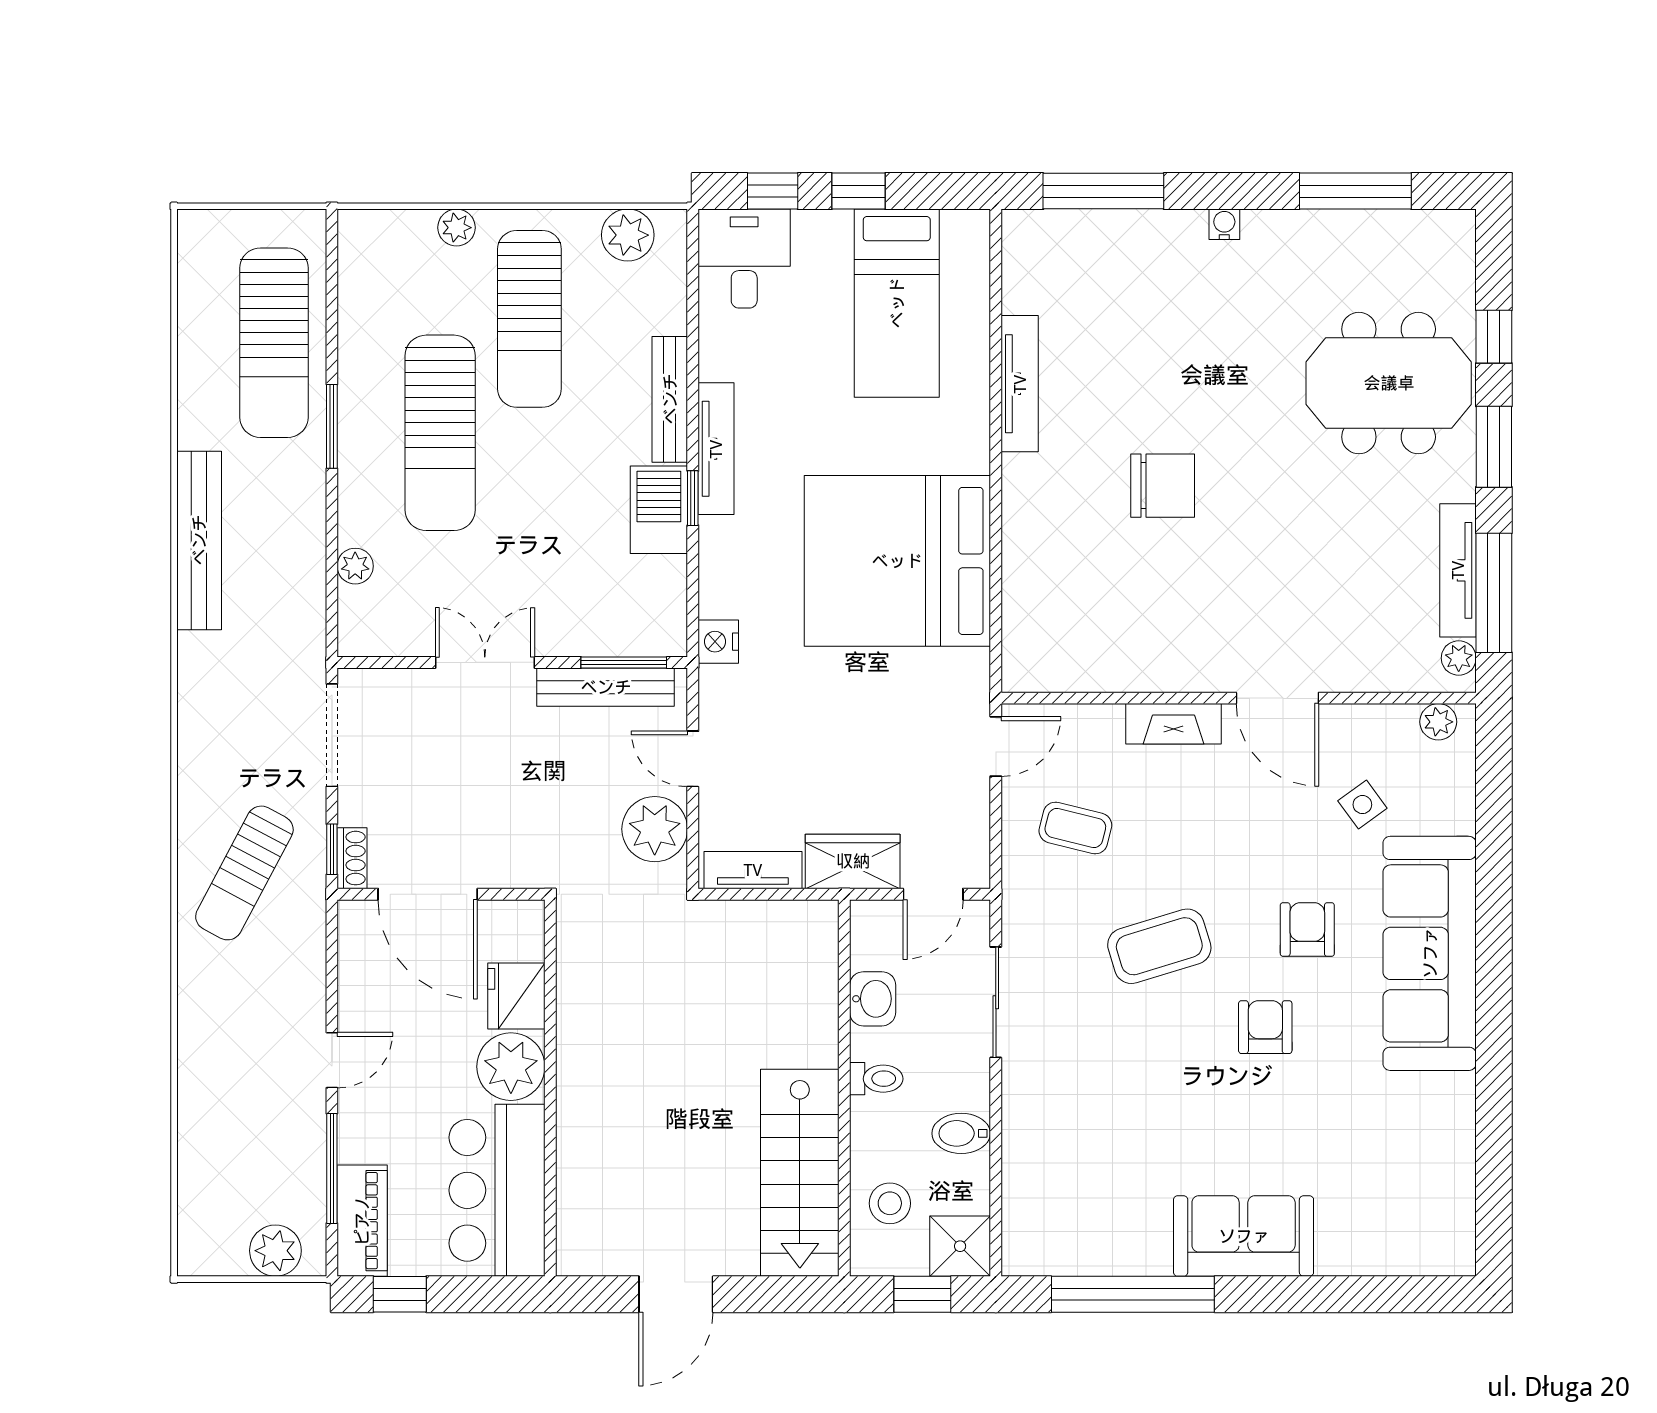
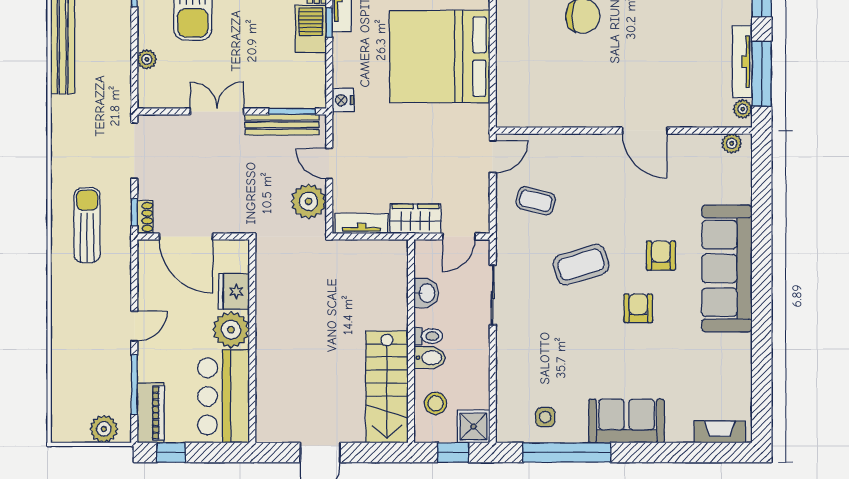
fireplace: (1174, 724) -> (720, 432), moved, turned 180
side table: (1362, 805) -> (545, 417), moved, turned 36
sun lounger: (244, 873) -> (87, 225), turned 152
bidet: (961, 1133) -> (430, 358), moved, turned 180

